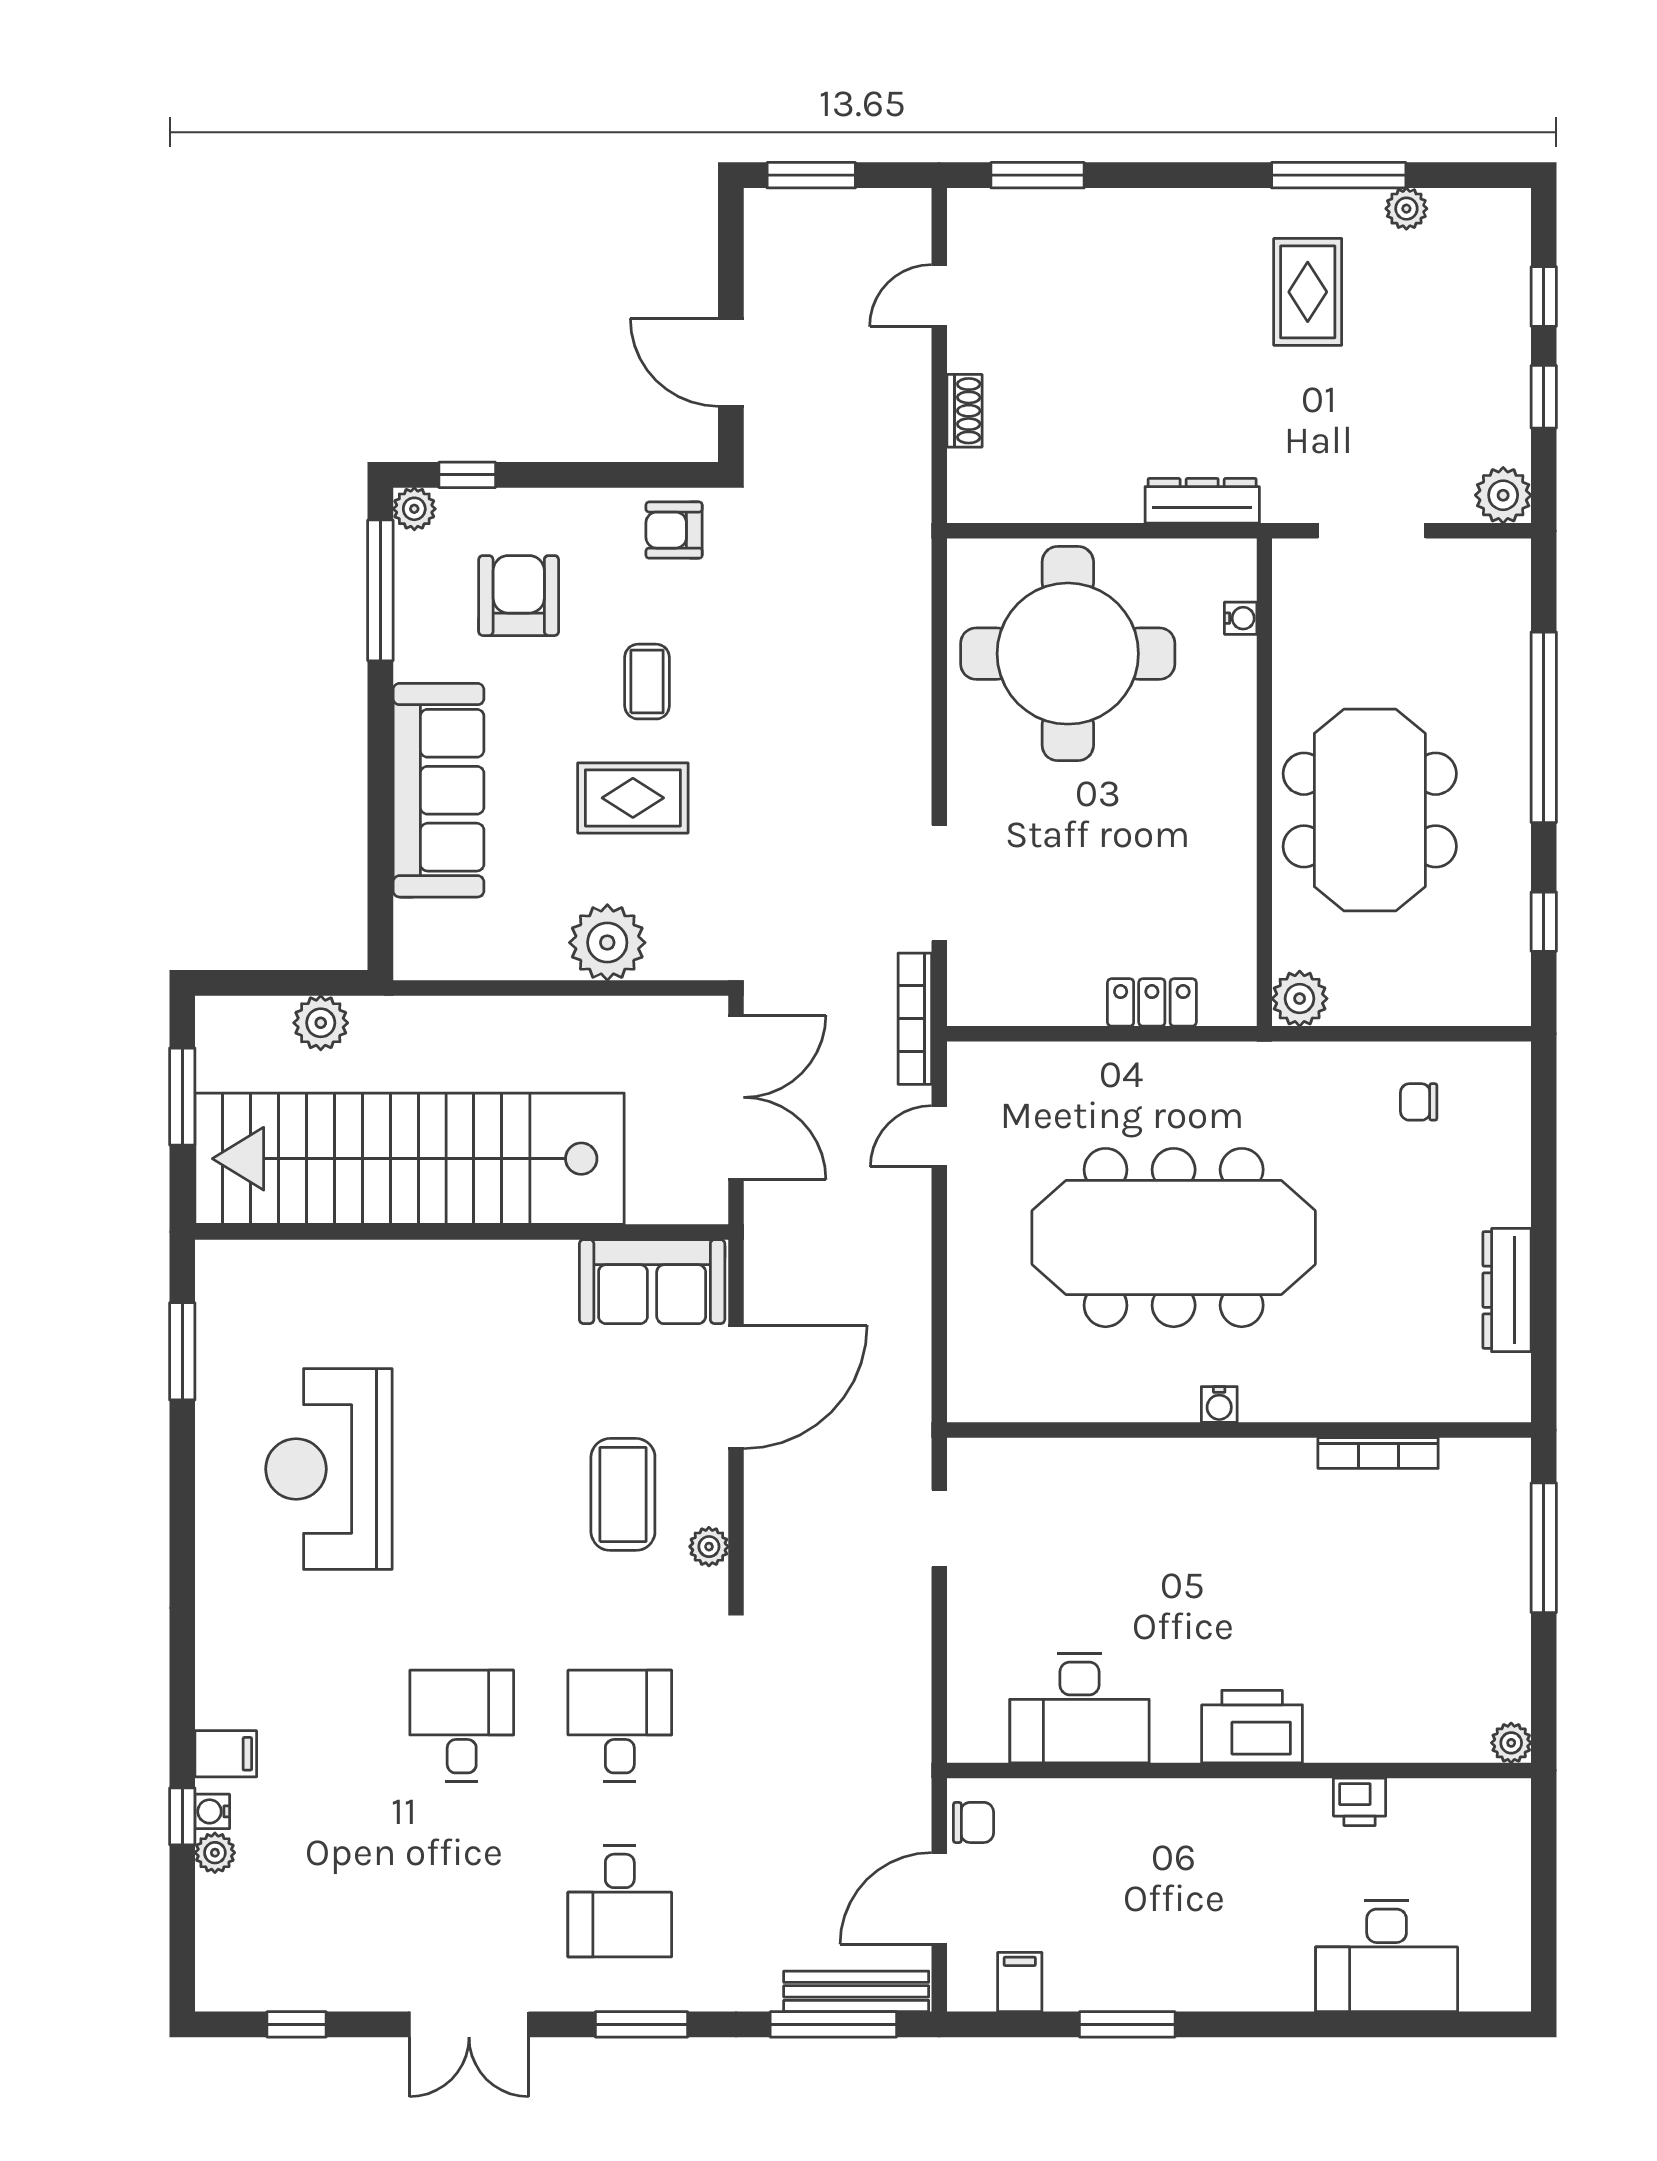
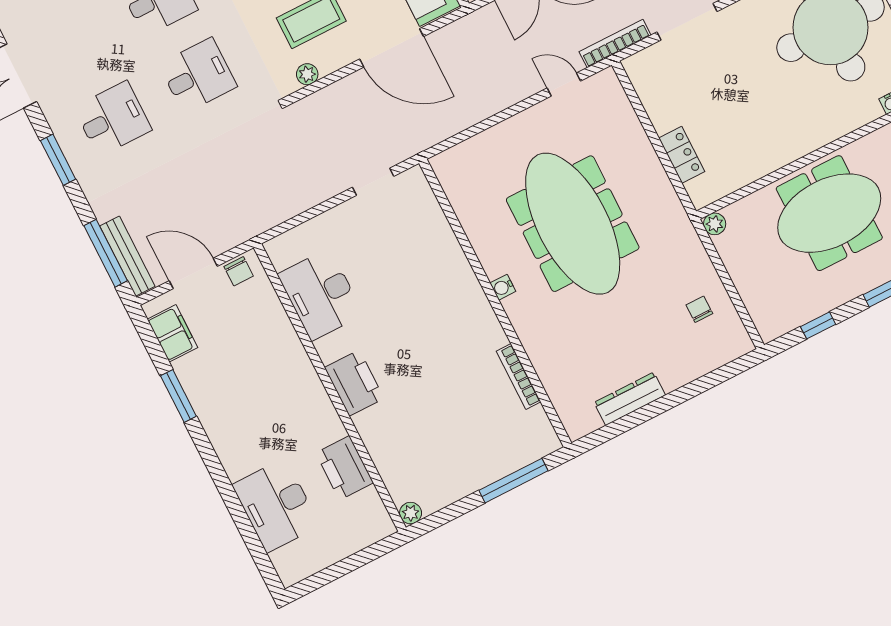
plant: (1300, 999) -> (715, 224), width x0.73, depth x0.73
printer: (1360, 1802) -> (344, 468), width x1.87, depth x1.48
desk: (620, 1901) -> (113, 119), turned 180
filing cabinet: (1020, 1982) -> (172, 333), width x2.00

